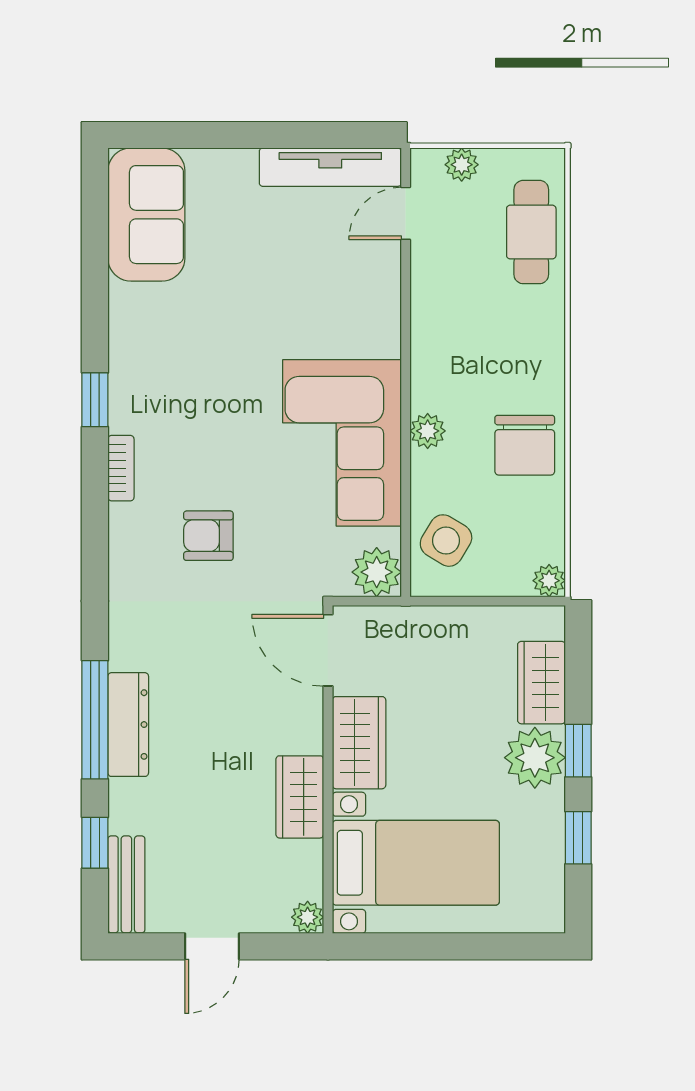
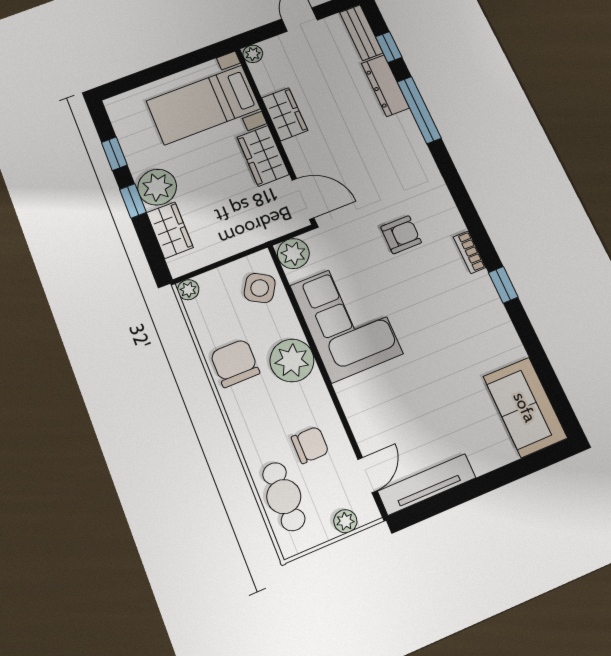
chair: (467, 287) -> (310, 445), added
plant: (428, 431) -> (292, 360), width x1.87, depth x1.87
dresser: (128, 725) -> (385, 86), moved

